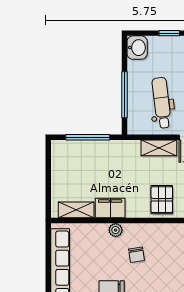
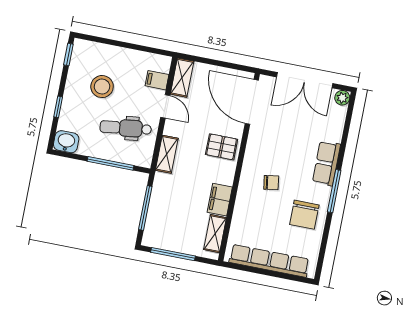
shelving: (159, 148) -> (167, 154), moved
window: (48, 173) -> (173, 254), added
plant: (116, 230) -> (243, 198), removed

